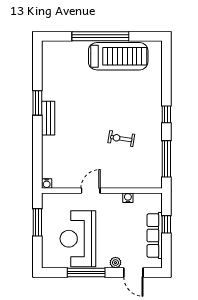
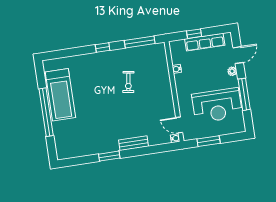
treadmill: (118, 56) -> (60, 95), turned 180
bench: (48, 118) -> (133, 143), moved
door: (91, 191) -> (179, 125), moved

